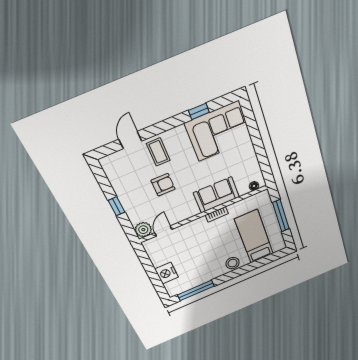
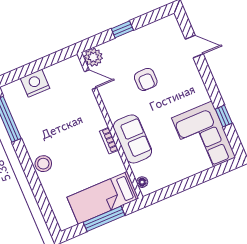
coffee table: (158, 152) -> (182, 75), removed
bed: (254, 237) -> (103, 198), moved, turned 180

